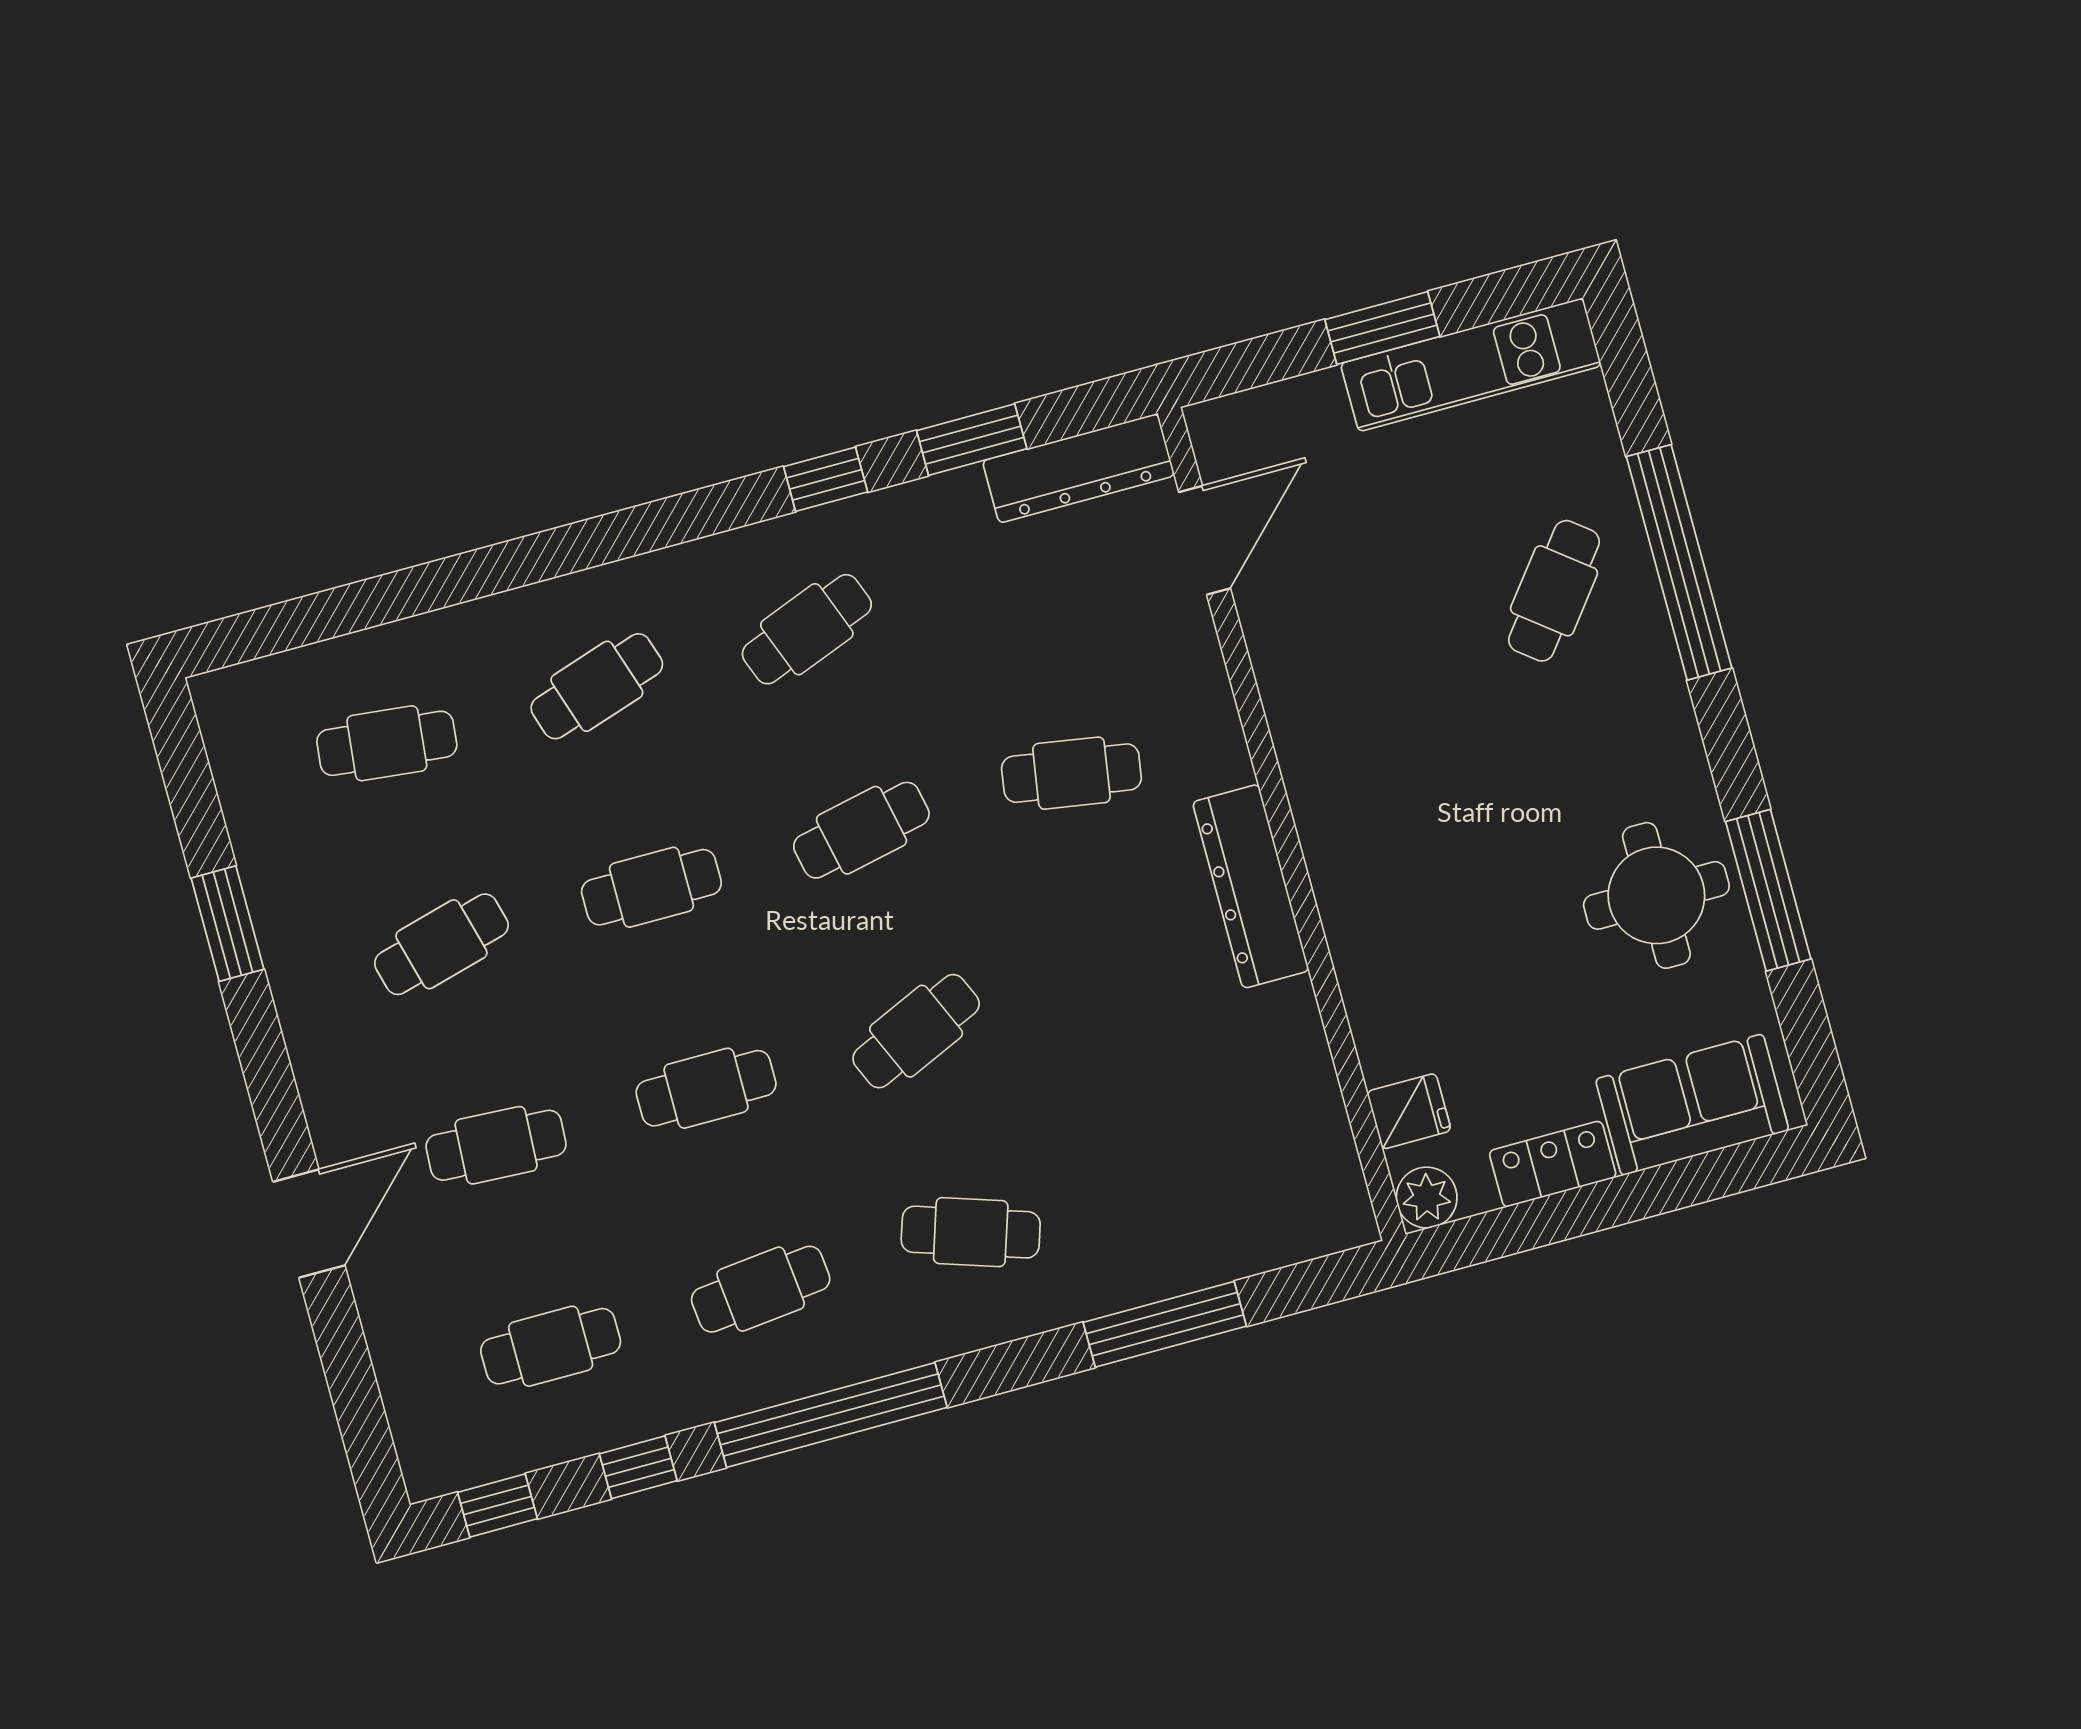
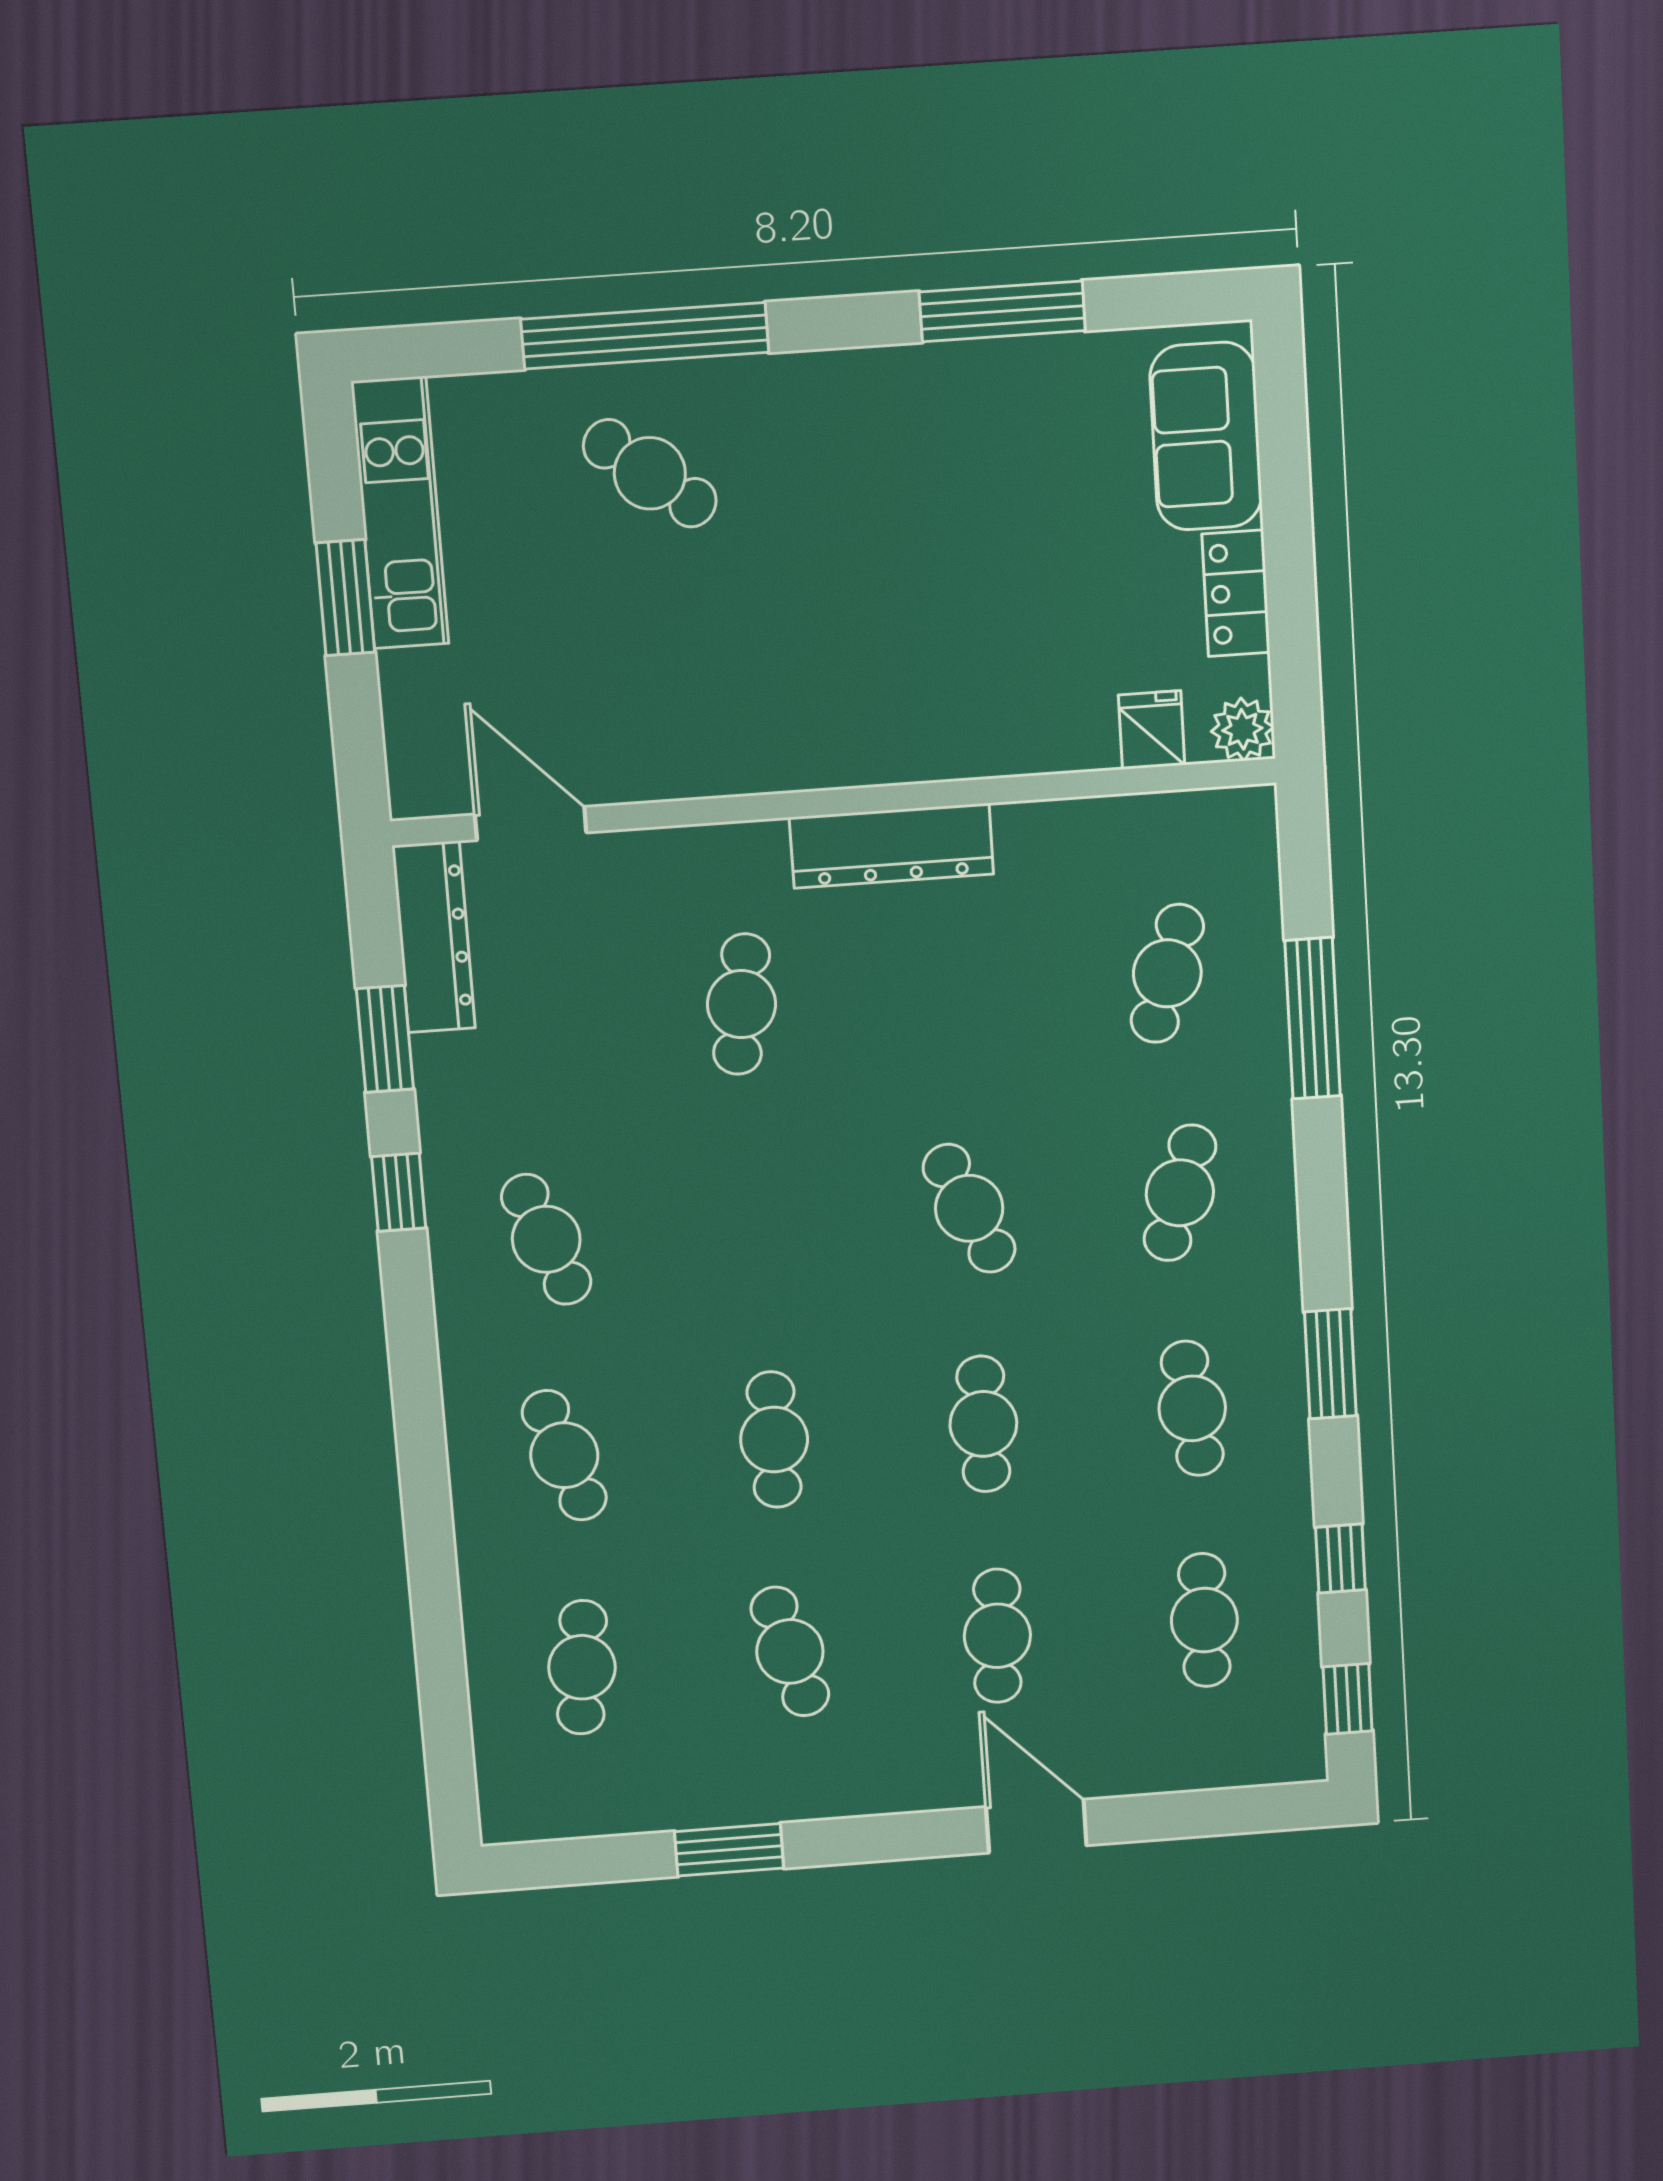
cafe table: (861, 830) -> (1167, 973), moved, turned 30
round table: (1656, 895) -> (984, 430), removed
window: (831, 1415) -> (1330, 1364), width x0.47

